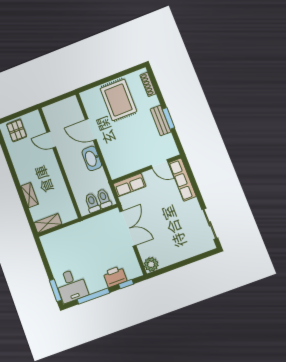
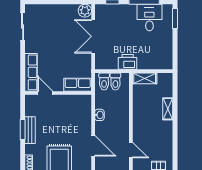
washbasin: (92, 158) -> (99, 115), width x0.52, depth x0.69
shelving: (48, 223) -> (145, 78), moved
double door: (128, 229) -> (93, 36), moved
printer: (115, 277) -> (128, 62), moved, turned 180
desk: (71, 286) -> (149, 18), moved

